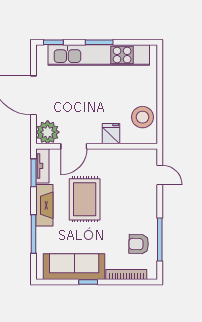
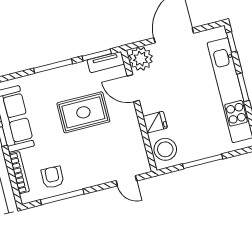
window: (160, 98) -> (203, 161), added
stool: (143, 117) -> (165, 149), moved
door: (160, 175) -> (126, 181), hinge flipped
fireplace: (44, 205) -> (67, 74), removed
window: (33, 234) -> (53, 66), moved

